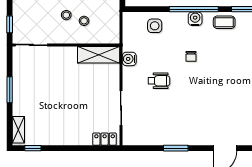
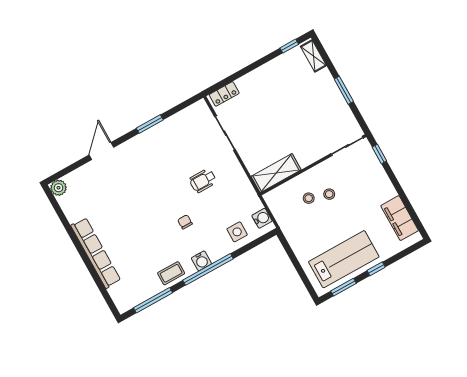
water cooler: (129, 59) -> (262, 218), moved

